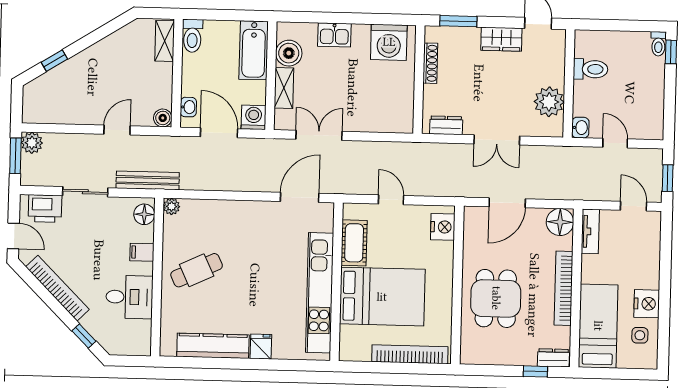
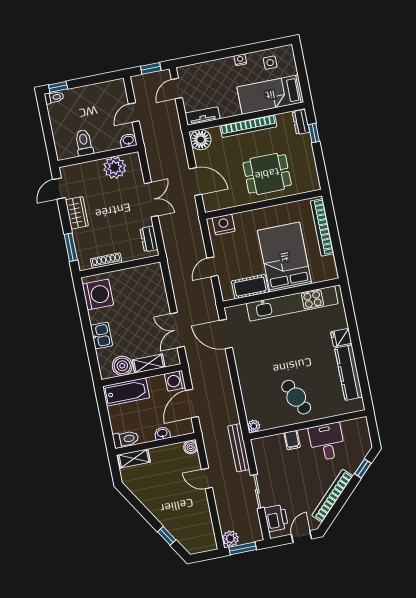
washbasin: (188, 107) -> (162, 433), moved
floor lamp: (144, 214) -> (264, 445), removed
nightstand: (647, 304) -> (240, 60), width x0.53, depth x0.56

